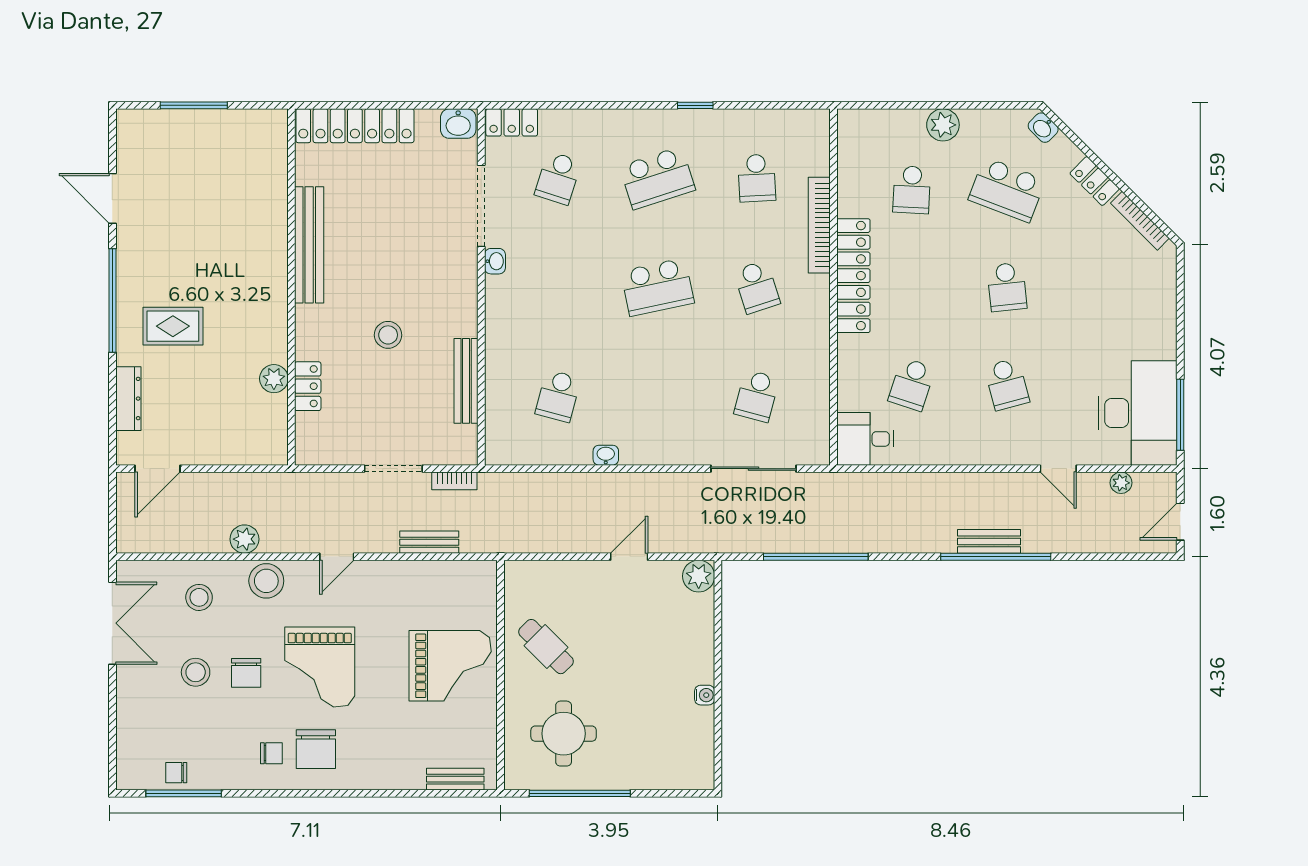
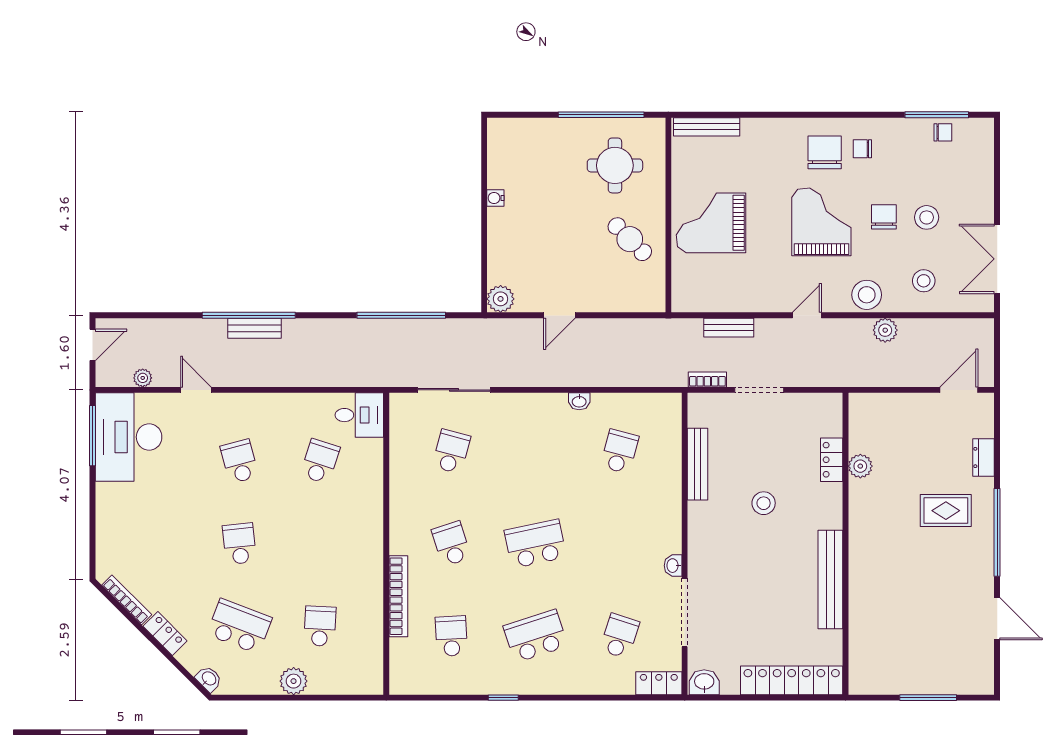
locker: (853, 276) -> (369, 553), removed
dresser: (128, 399) -> (984, 457), width x0.70
bench: (455, 779) -> (707, 127), width x1.36

